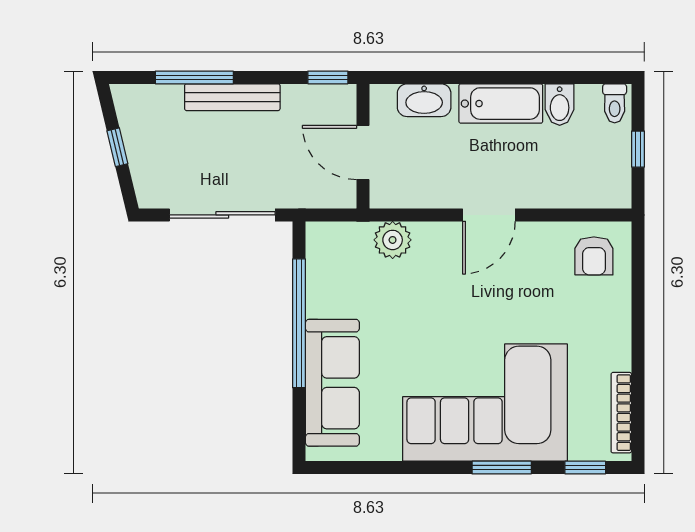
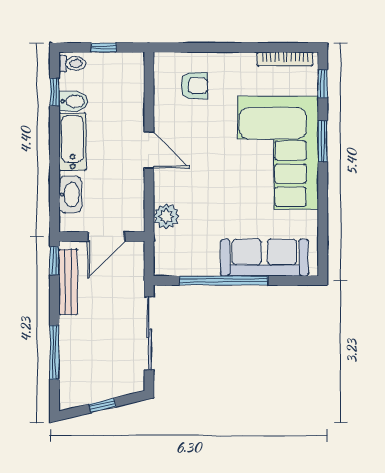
window: (574, 77) -> (54, 92), added
bench: (232, 97) -> (68, 282), moved
armchair: (594, 256) -> (194, 86), moved

